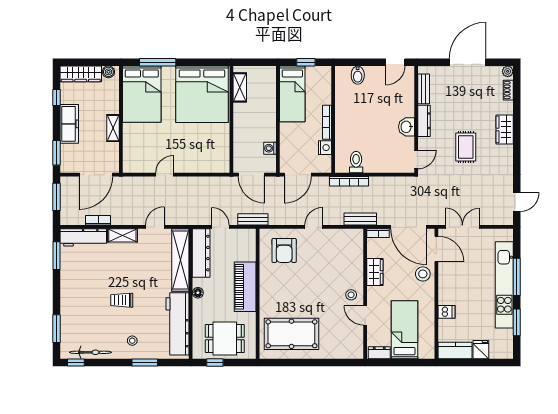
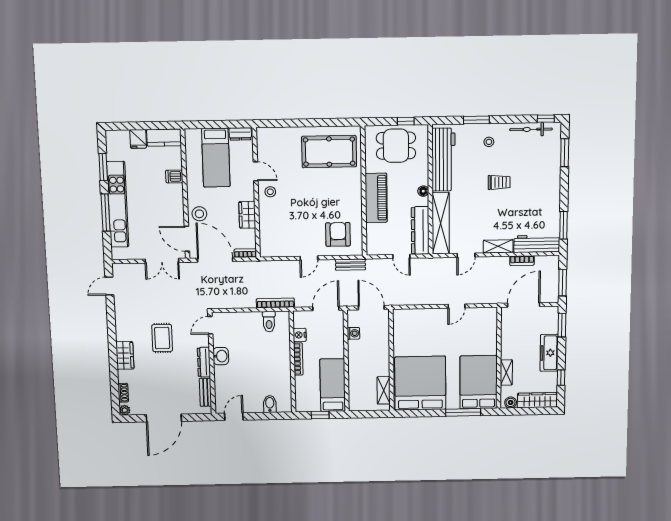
shelving: (113, 128) -> (506, 373), moved
bench: (253, 219) -> (350, 265), moved
bench: (360, 219) -> (263, 267), removed

